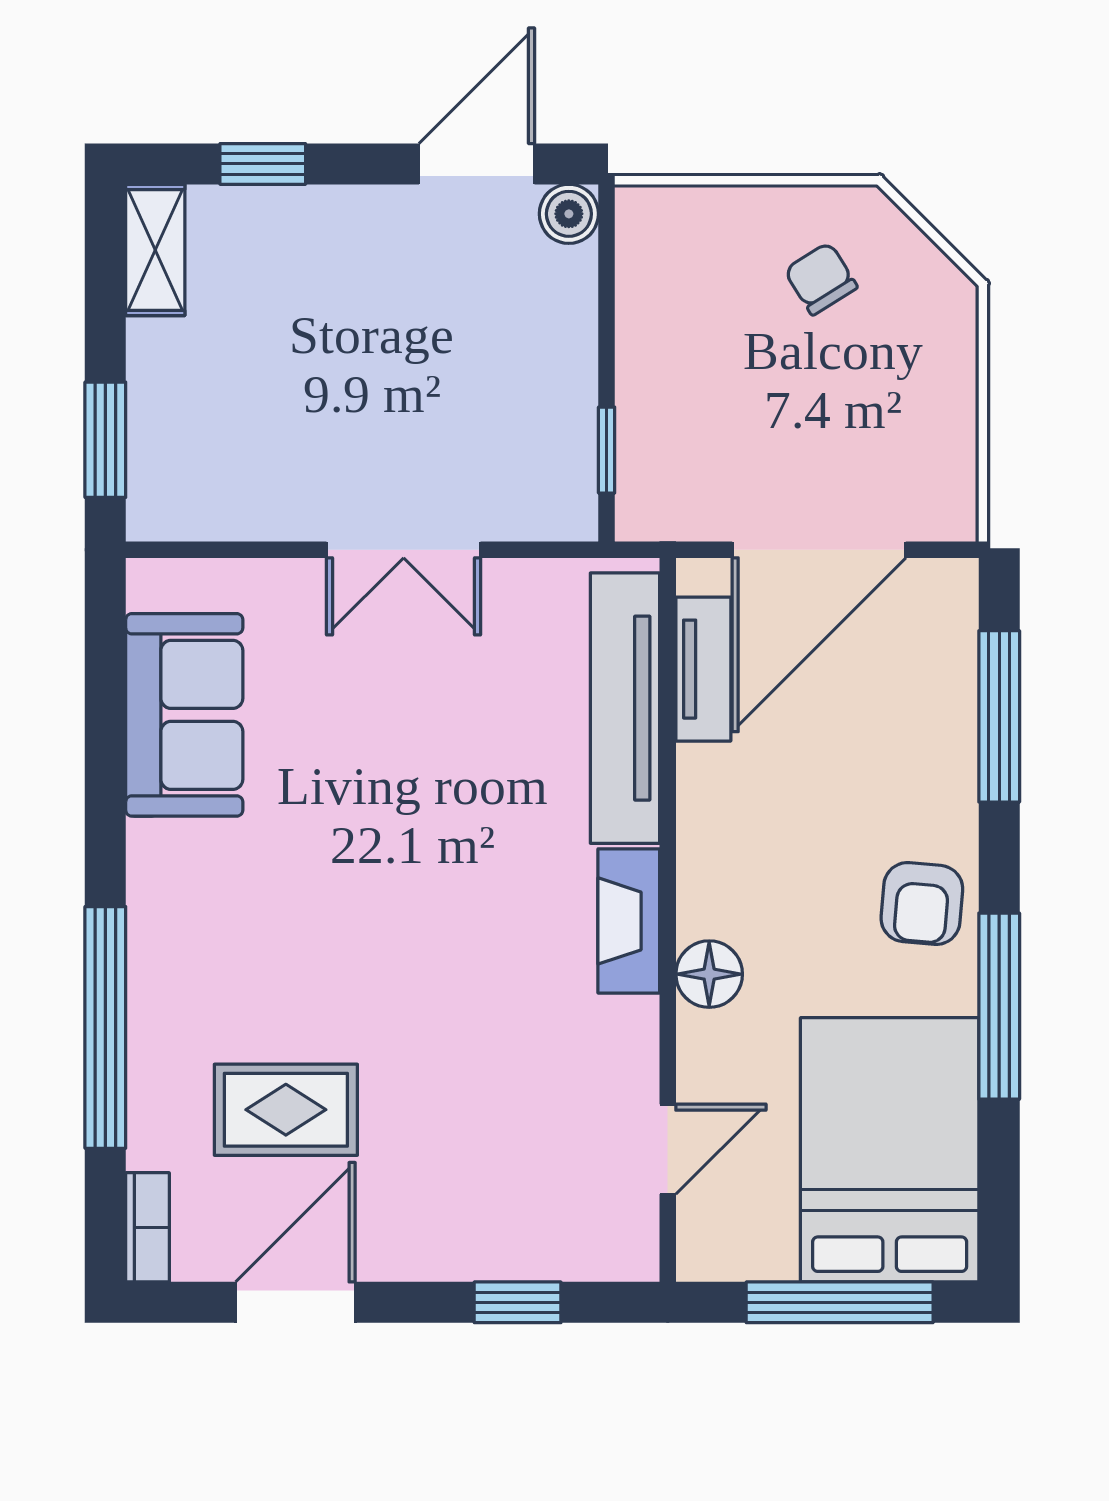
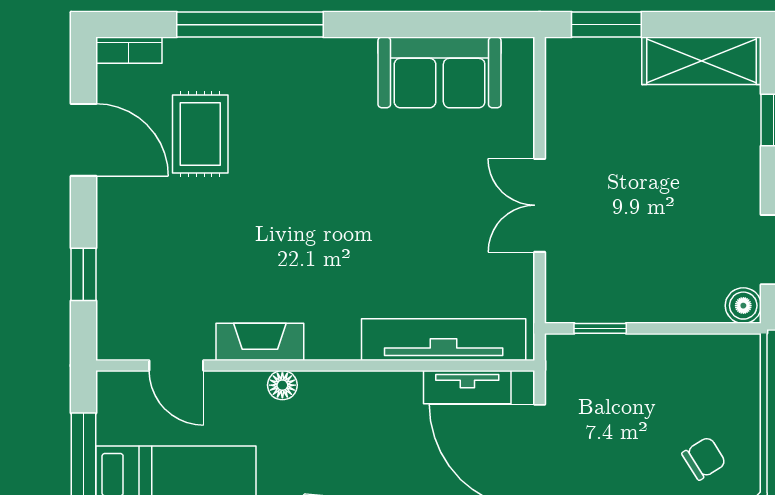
shelving: (155, 250) -> (701, 61), width x1.50, depth x1.33
fireplace: (629, 921) -> (260, 342), moved
floor lamp: (709, 974) -> (282, 385), width x0.73, depth x0.73

